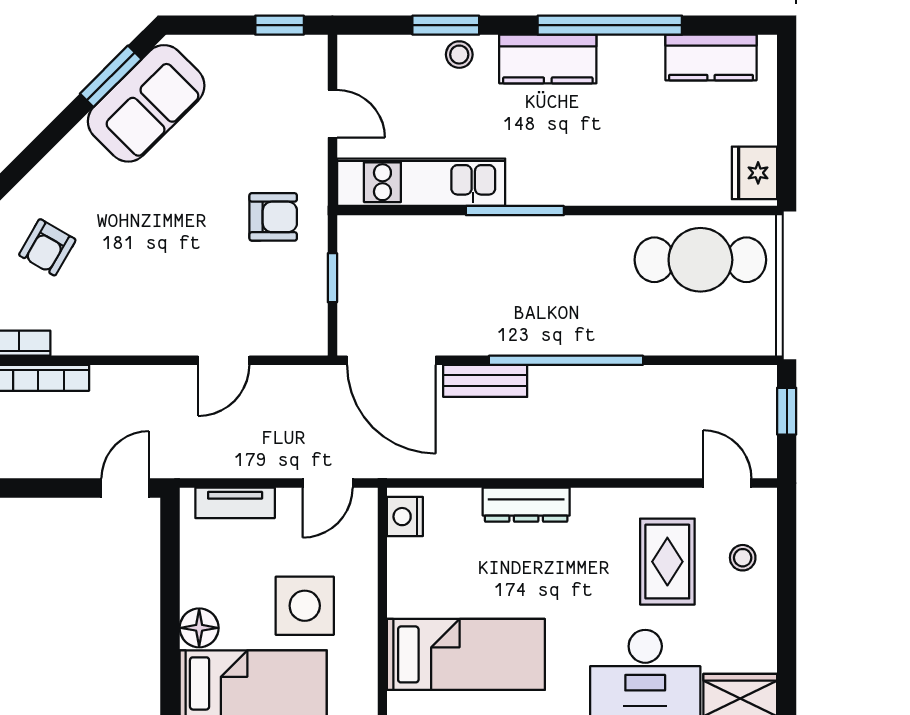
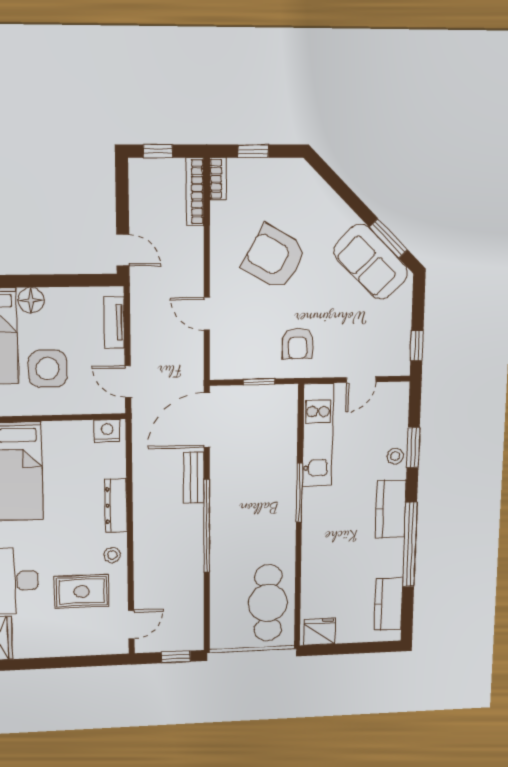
armchair: (47, 247) -> (274, 257), moved, width x1.88, depth x1.88
stool: (743, 558) -> (112, 555), moved

